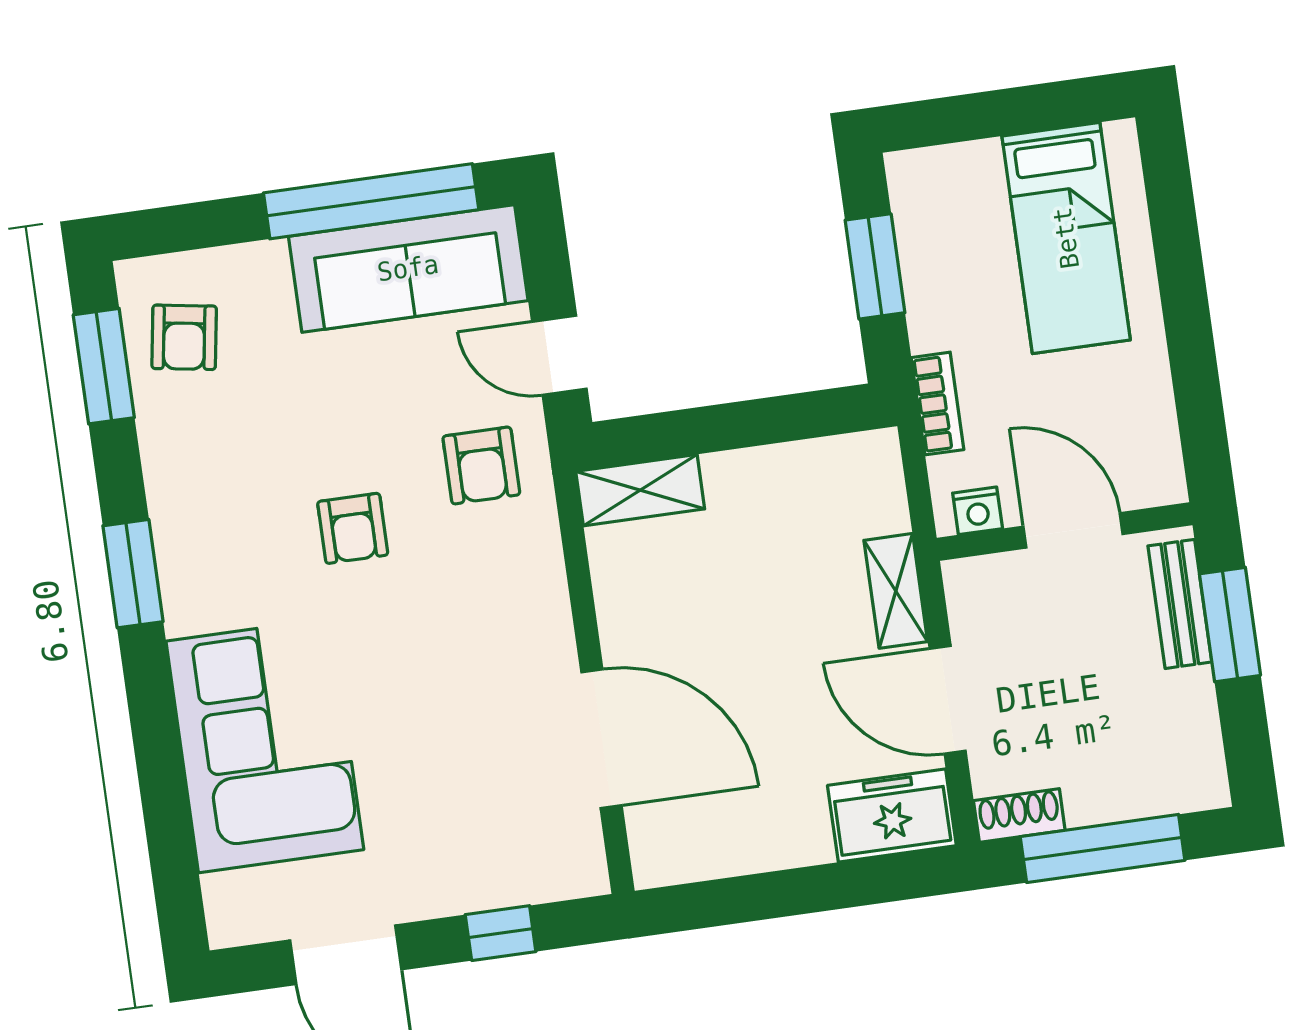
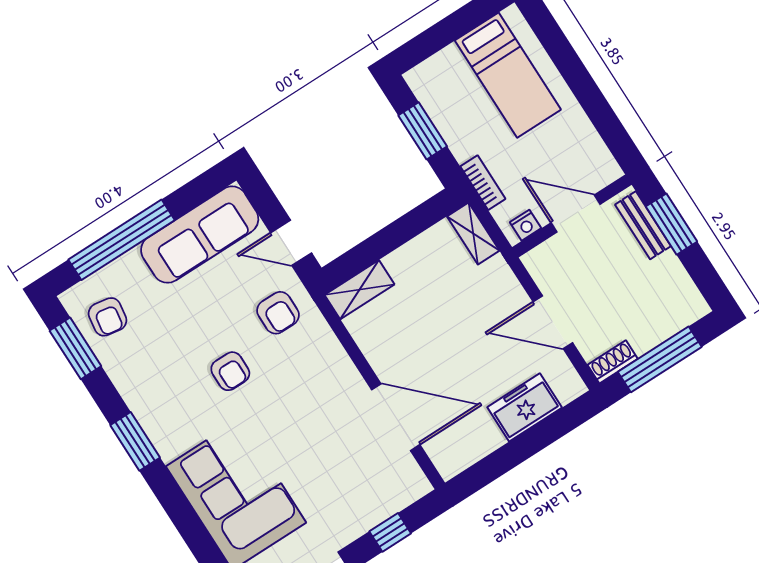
window: (371, 201) -> (121, 240), moved
shelving: (896, 591) -> (473, 234), moved
freezer: (892, 815) -> (525, 407), moved

